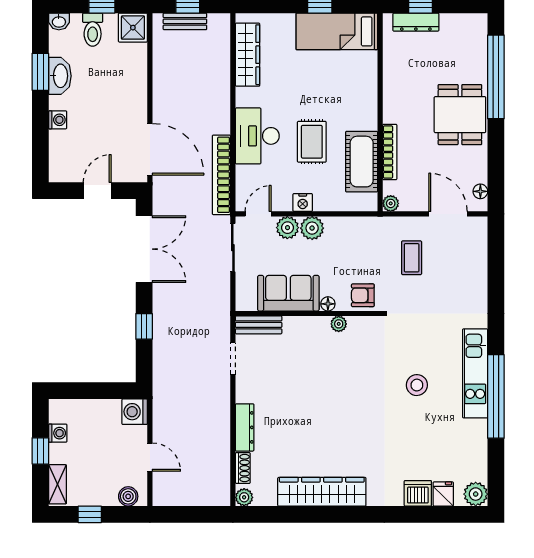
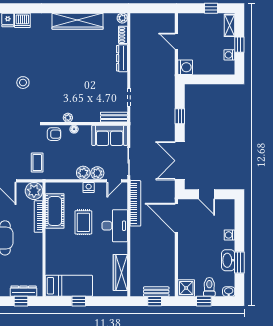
door: (97, 191) -> (207, 194), hinge flipped
plant: (391, 203) -> (34, 191), width x1.88, depth x1.88
coffee table: (412, 258) -> (37, 163), moved
sofa: (288, 293) -> (110, 135), moved
boiler: (128, 496) -> (189, 19), removed

